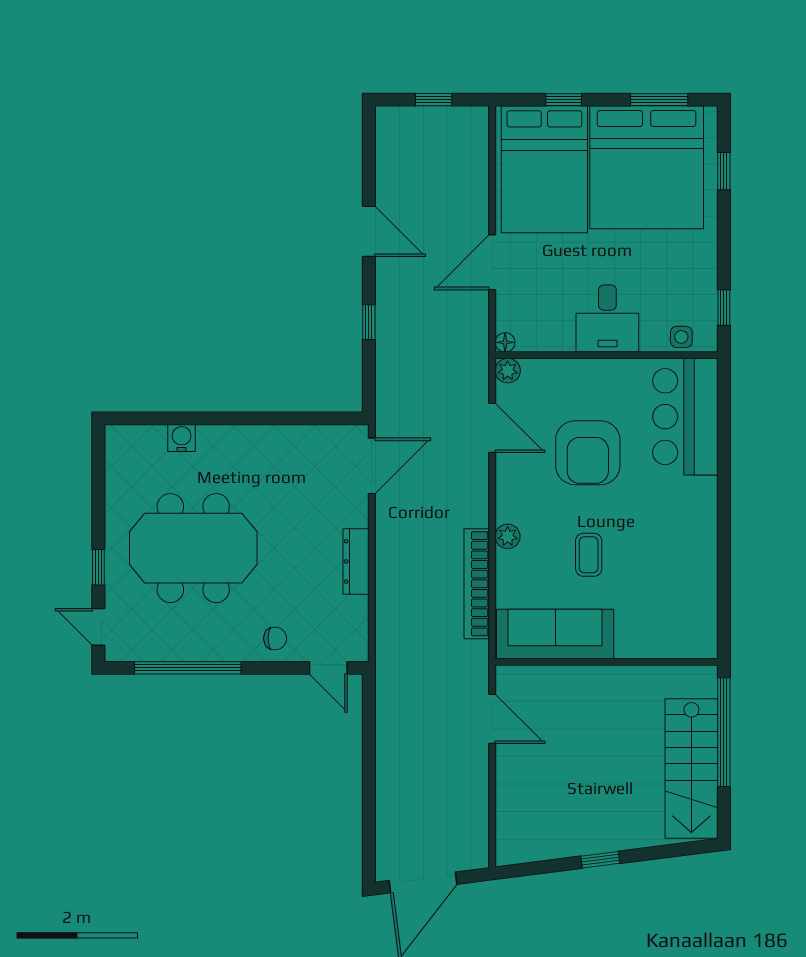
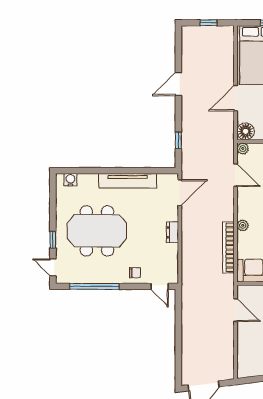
door: (369, 231) -> (178, 84), swing flipped
window: (369, 322) -> (178, 140), moved
floor lamp: (505, 342) -> (246, 131), width x1.89, depth x1.89
water cooler: (182, 438) -> (70, 180), moved
tv unit: (260, 440) -> (128, 181), added
dresser: (356, 561) -> (172, 232), width x0.70

